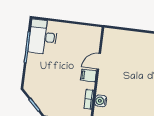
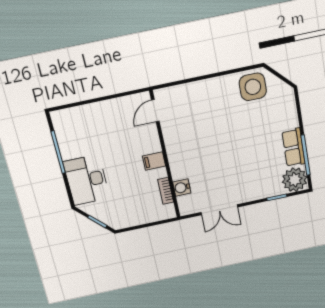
desk: (43, 37) -> (87, 180), moved
door: (99, 61) -> (155, 111), moved

